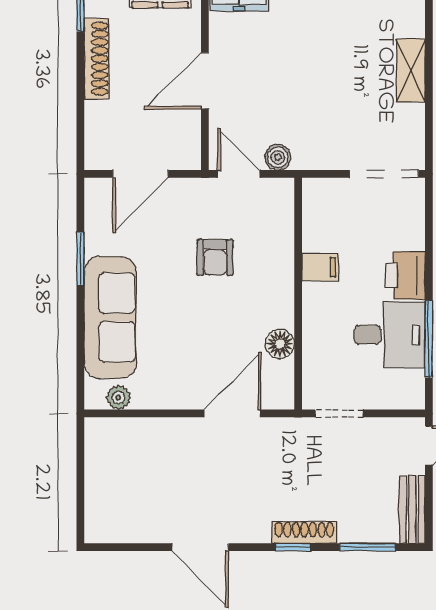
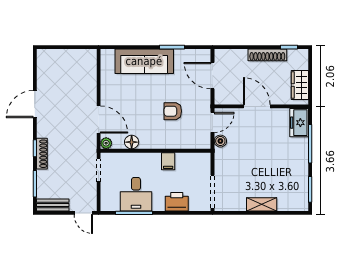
printer: (405, 275) -> (177, 202), moved
plant: (118, 398) -> (106, 143), moved

